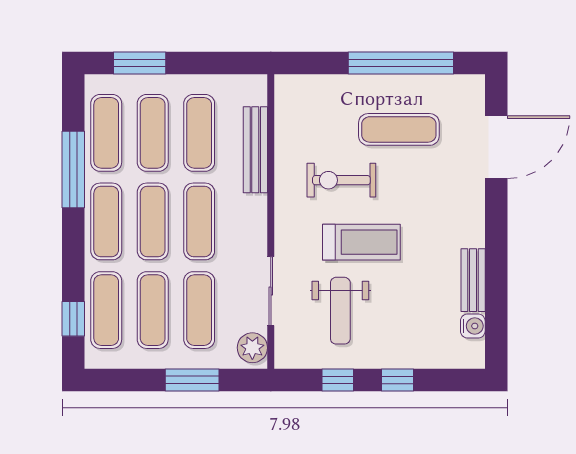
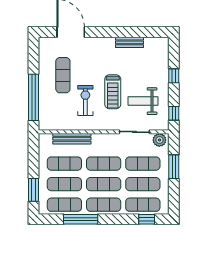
window: (401, 63) -> (33, 97), moved
exercise bike: (341, 180) -> (85, 101), turned 180
treadmill: (361, 242) -> (113, 92), turned 180
weight bench: (340, 311) -> (143, 101), turned 180
water cooler: (473, 326) -> (150, 42), removed
window: (338, 380) -> (174, 113), moved

